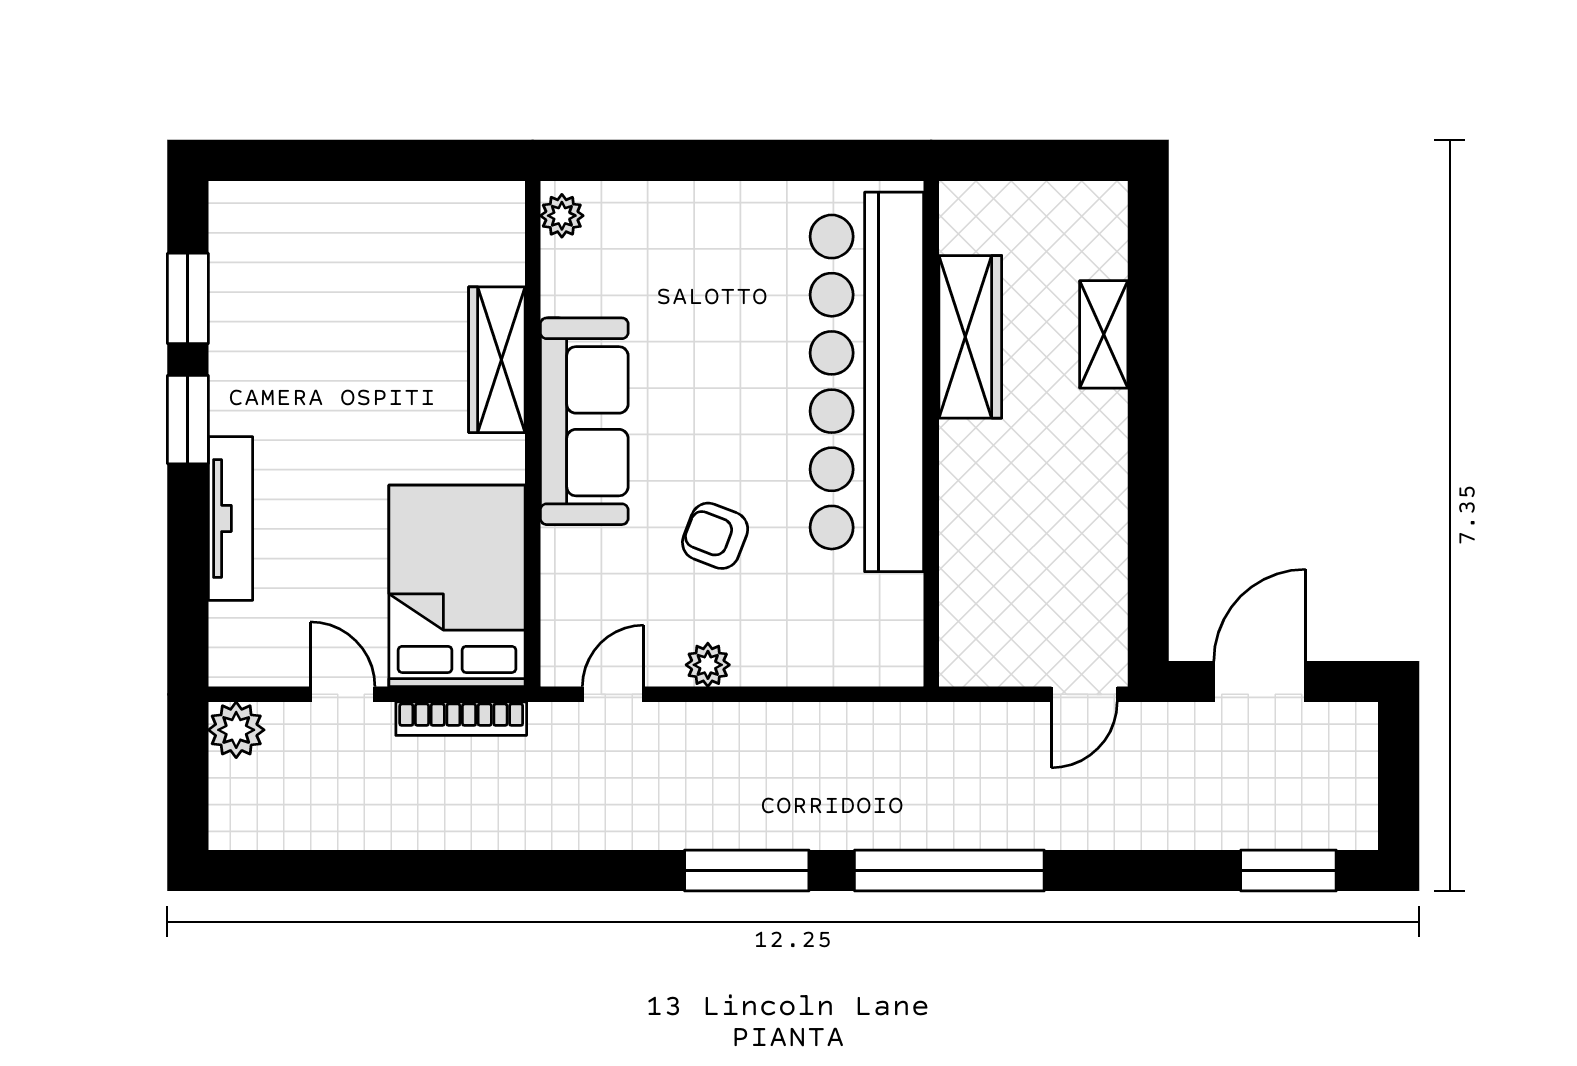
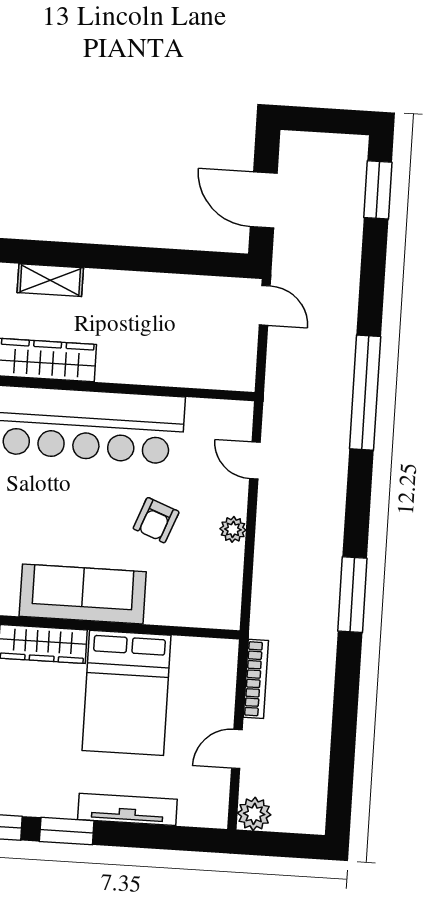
bed: (457, 586) -> (127, 693), moved, turned -90
door: (613, 694) -> (255, 461), moved
window: (747, 871) -> (352, 595), moved

